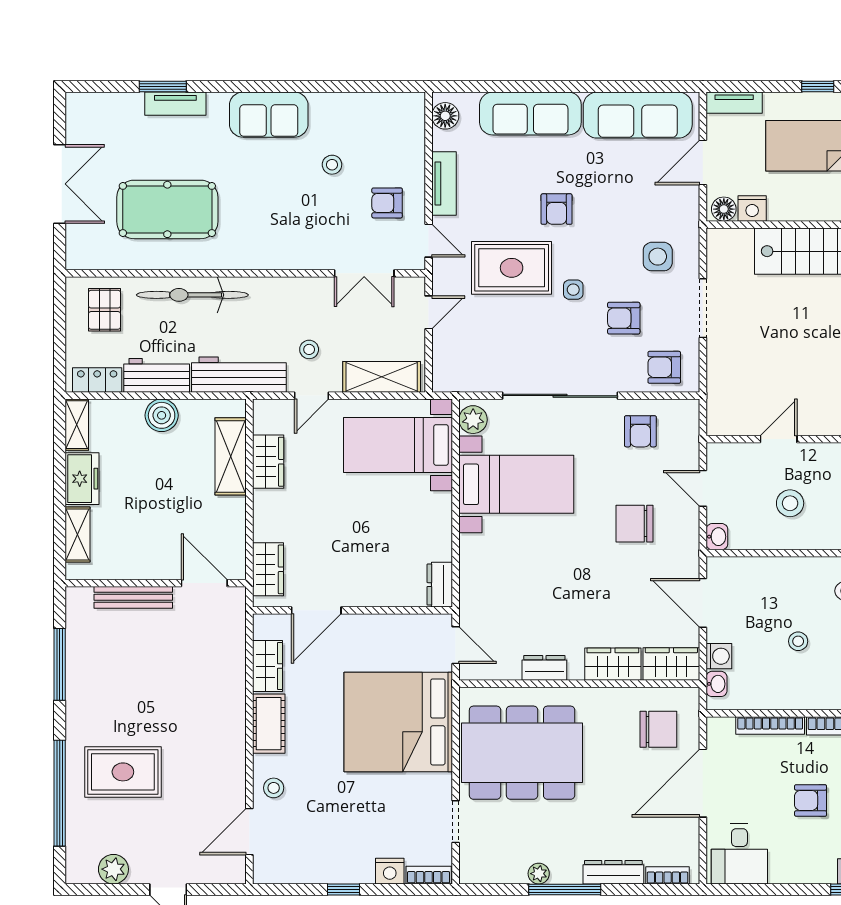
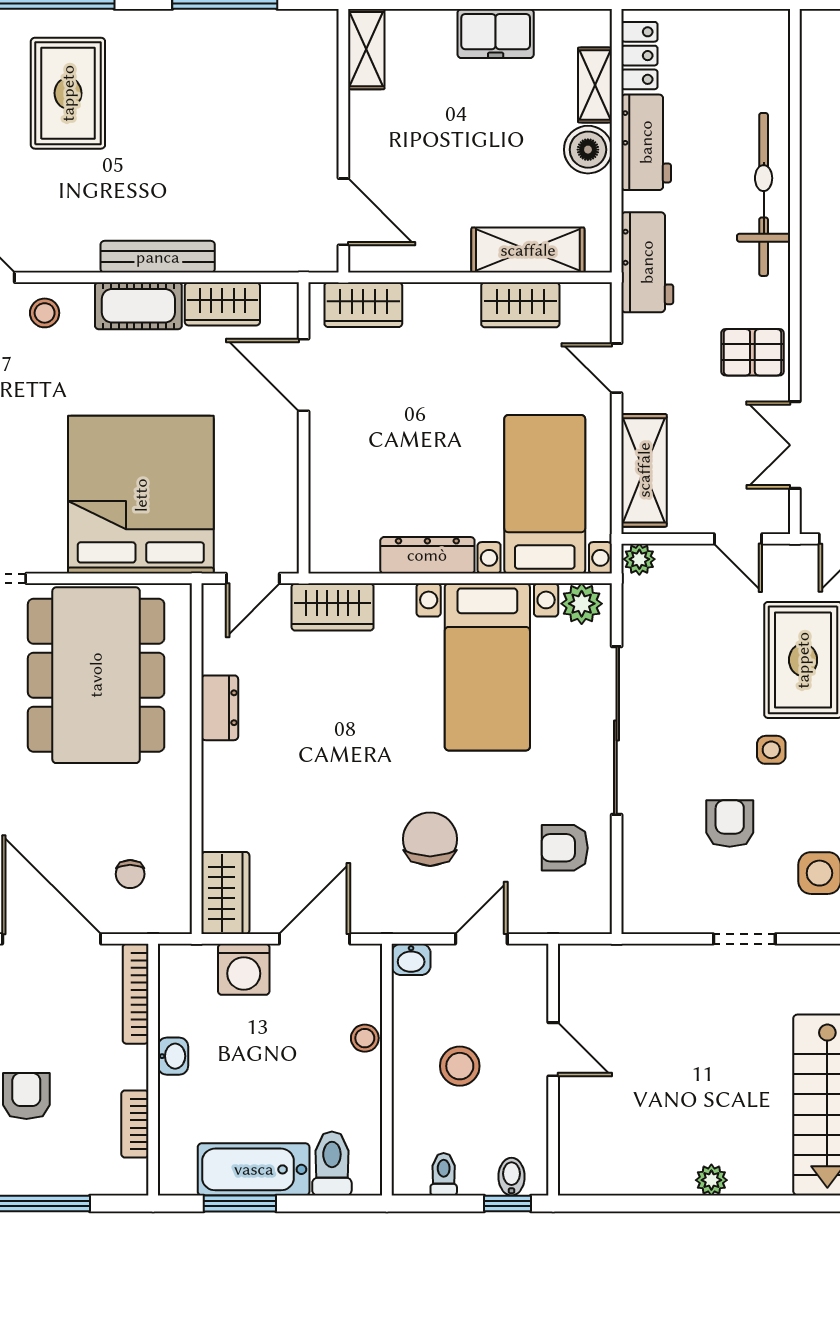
doorway: (703, 308) -> (744, 939), width x0.73
pallet: (105, 310) -> (752, 352), moved
stool: (309, 349) -> (684, 365), removed
armchair: (664, 367) -> (658, 883), removed
workbench: (239, 375) -> (647, 262), width x0.73
plant: (443, 380) -> (639, 559), added
shelving: (77, 425) -> (595, 85), moved, turned 90
shelving: (78, 534) -> (366, 49), moved, turned 90
door: (204, 583) -> (343, 212), hinge flipped
dresser: (440, 585) -> (427, 555), moved, width x1.44
bench: (133, 597) -> (158, 257), moved, turned 90
stool: (798, 641) -> (365, 1038), moved
washing machine: (719, 656) -> (244, 969), width x1.38, depth x1.38
wardrobe: (613, 664) -> (333, 607), moved, turned 90
washbasin: (717, 684) -> (173, 1056), moved, turned -90
bookcase: (770, 726) -> (136, 994), moved
chair: (658, 729) -> (130, 874), width x0.54, depth x0.54

